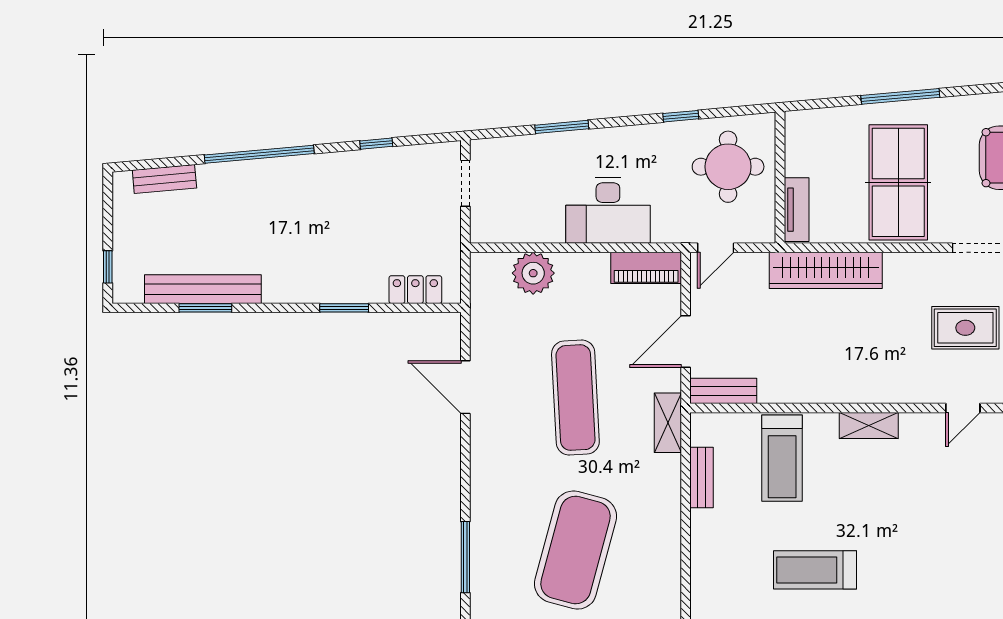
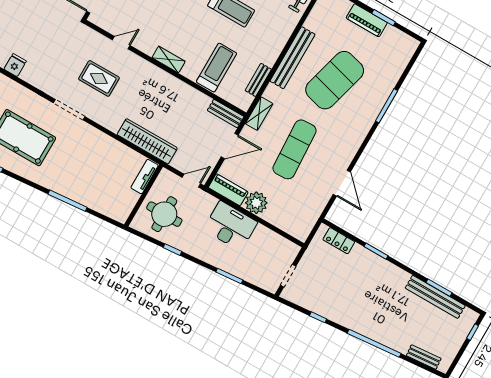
table tennis table: (898, 182) -> (91, 162), removed
plant: (533, 273) -> (256, 203), moved
bench: (666, 547) -> (293, 58), added

